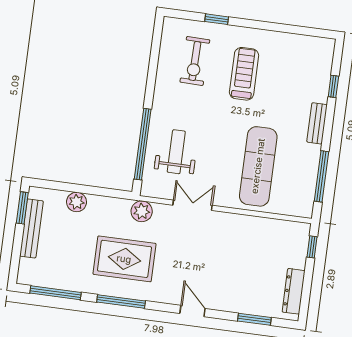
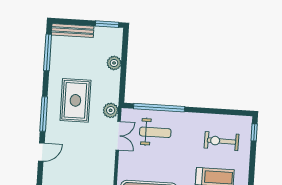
window: (217, 19) -> (254, 132), moved
double door: (192, 205) -> (118, 136), moved
bench: (31, 228) -> (73, 31), moved
window: (121, 301) -> (44, 114), moved

